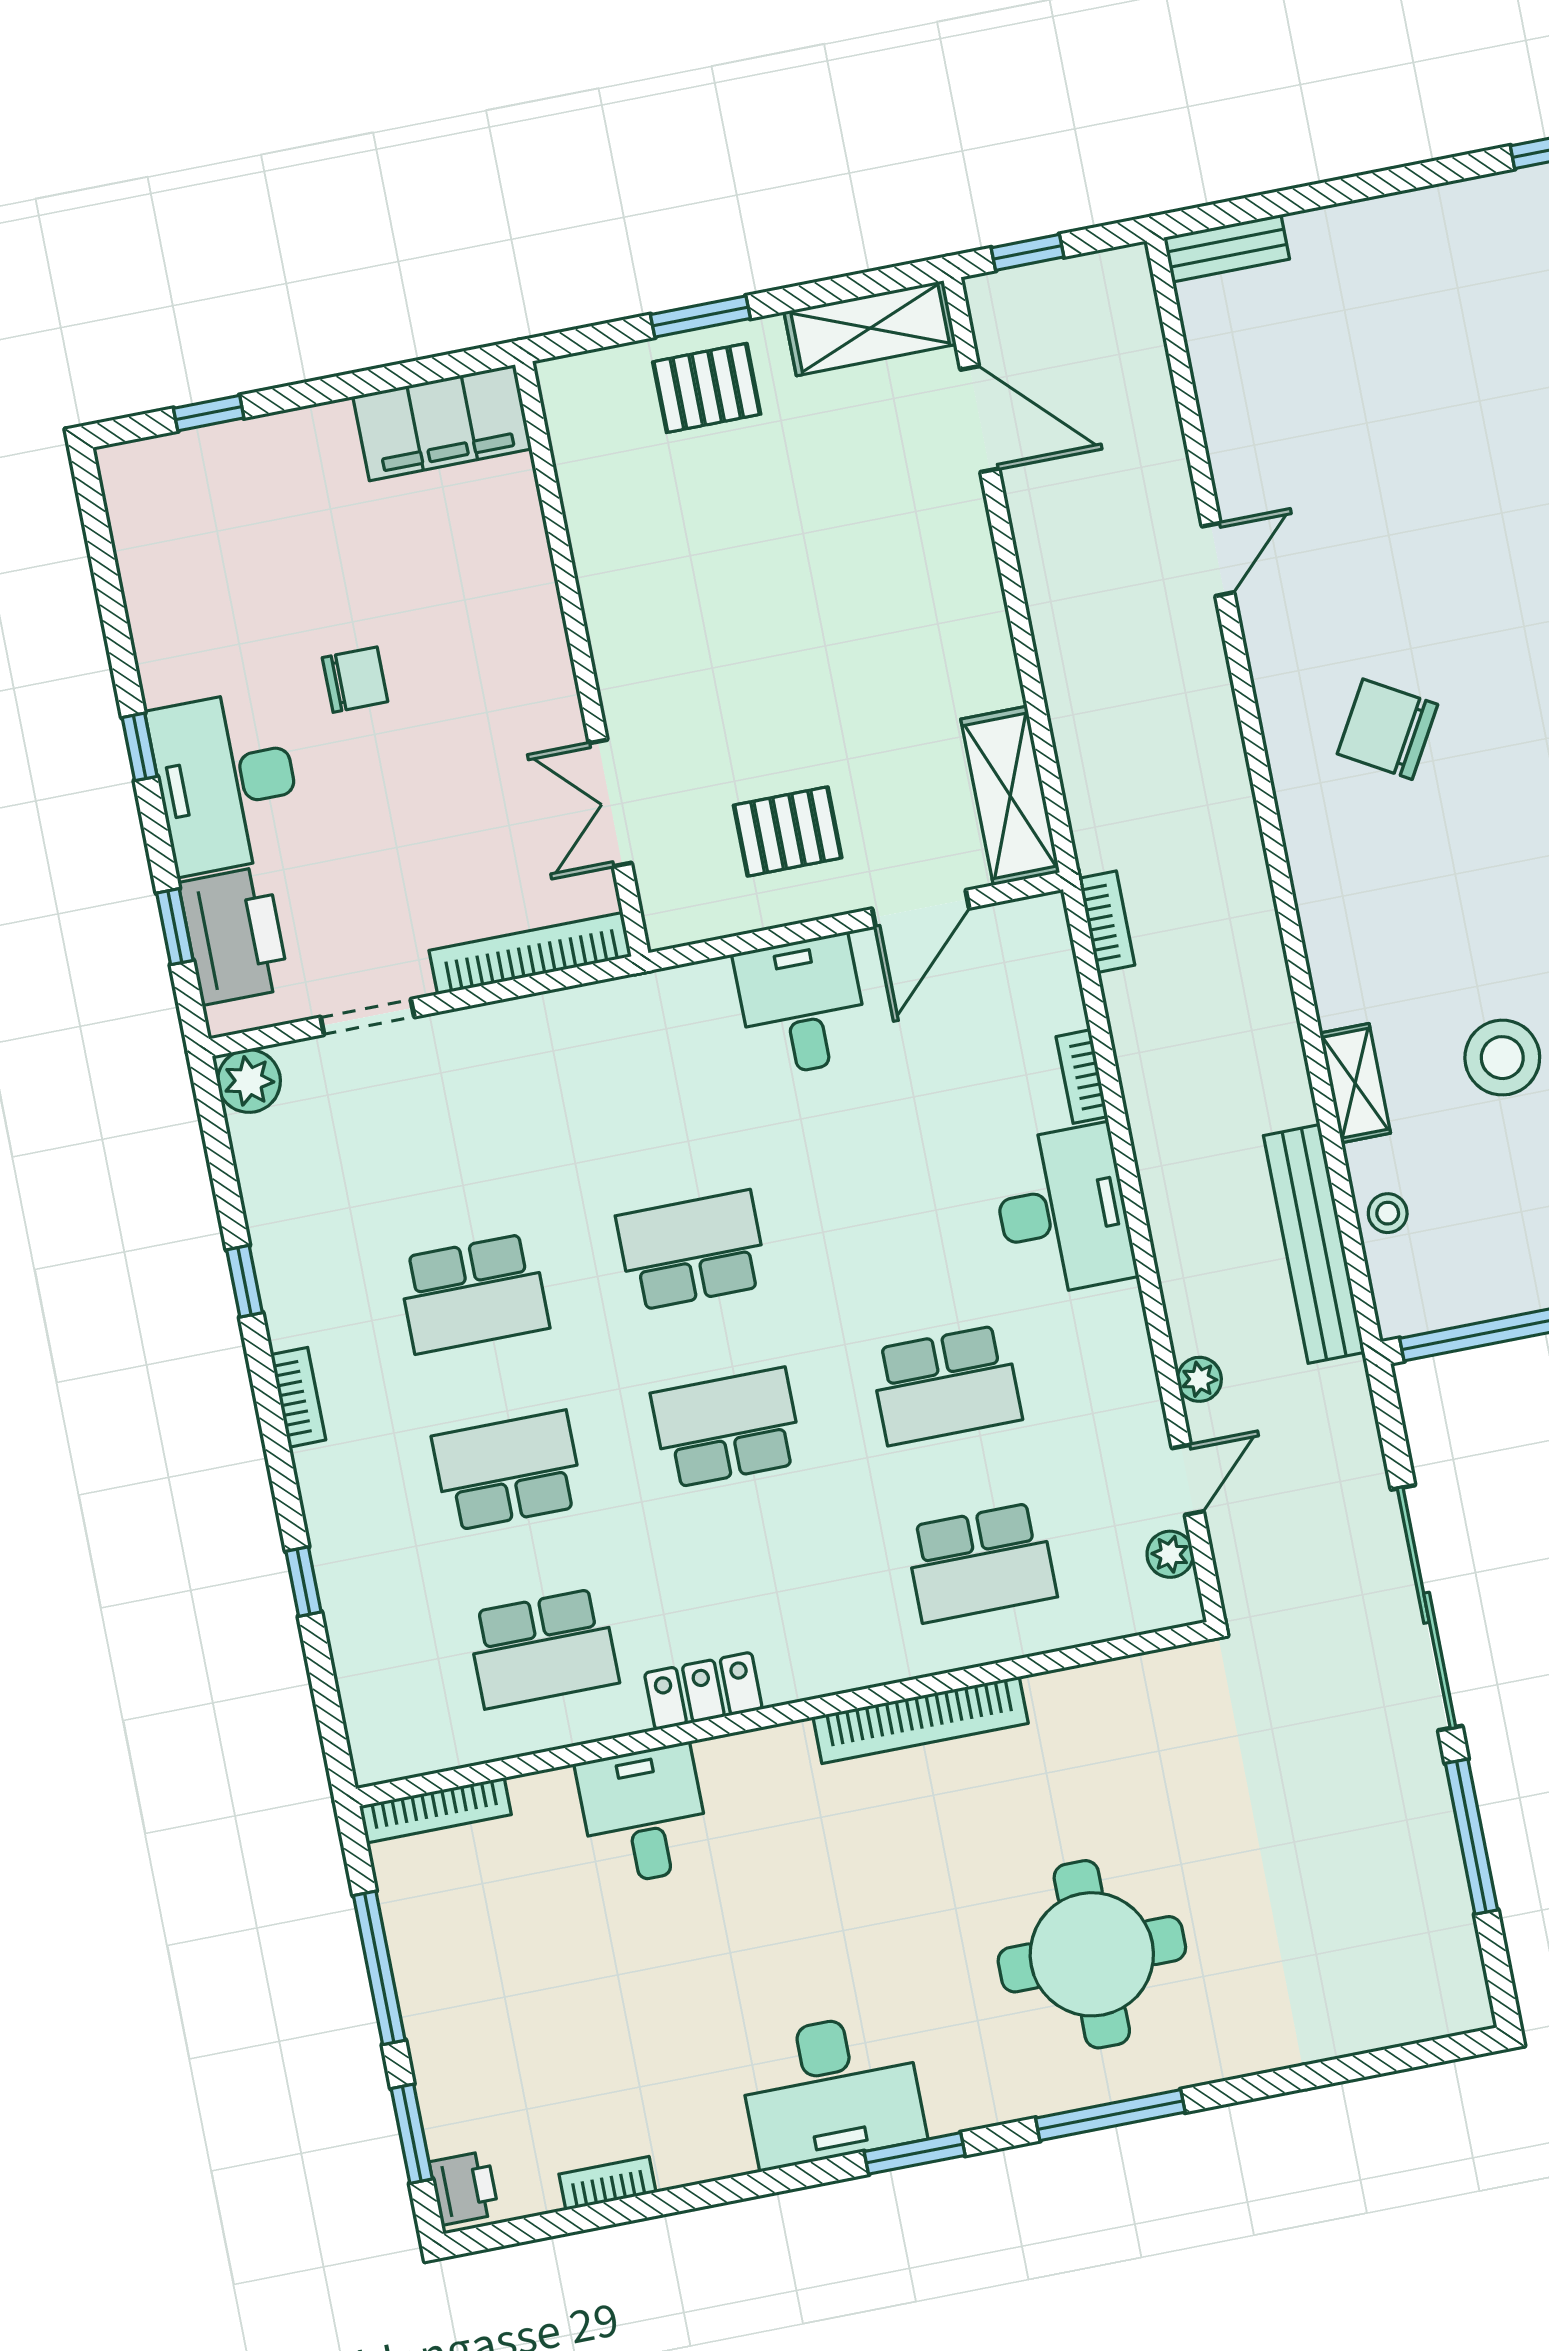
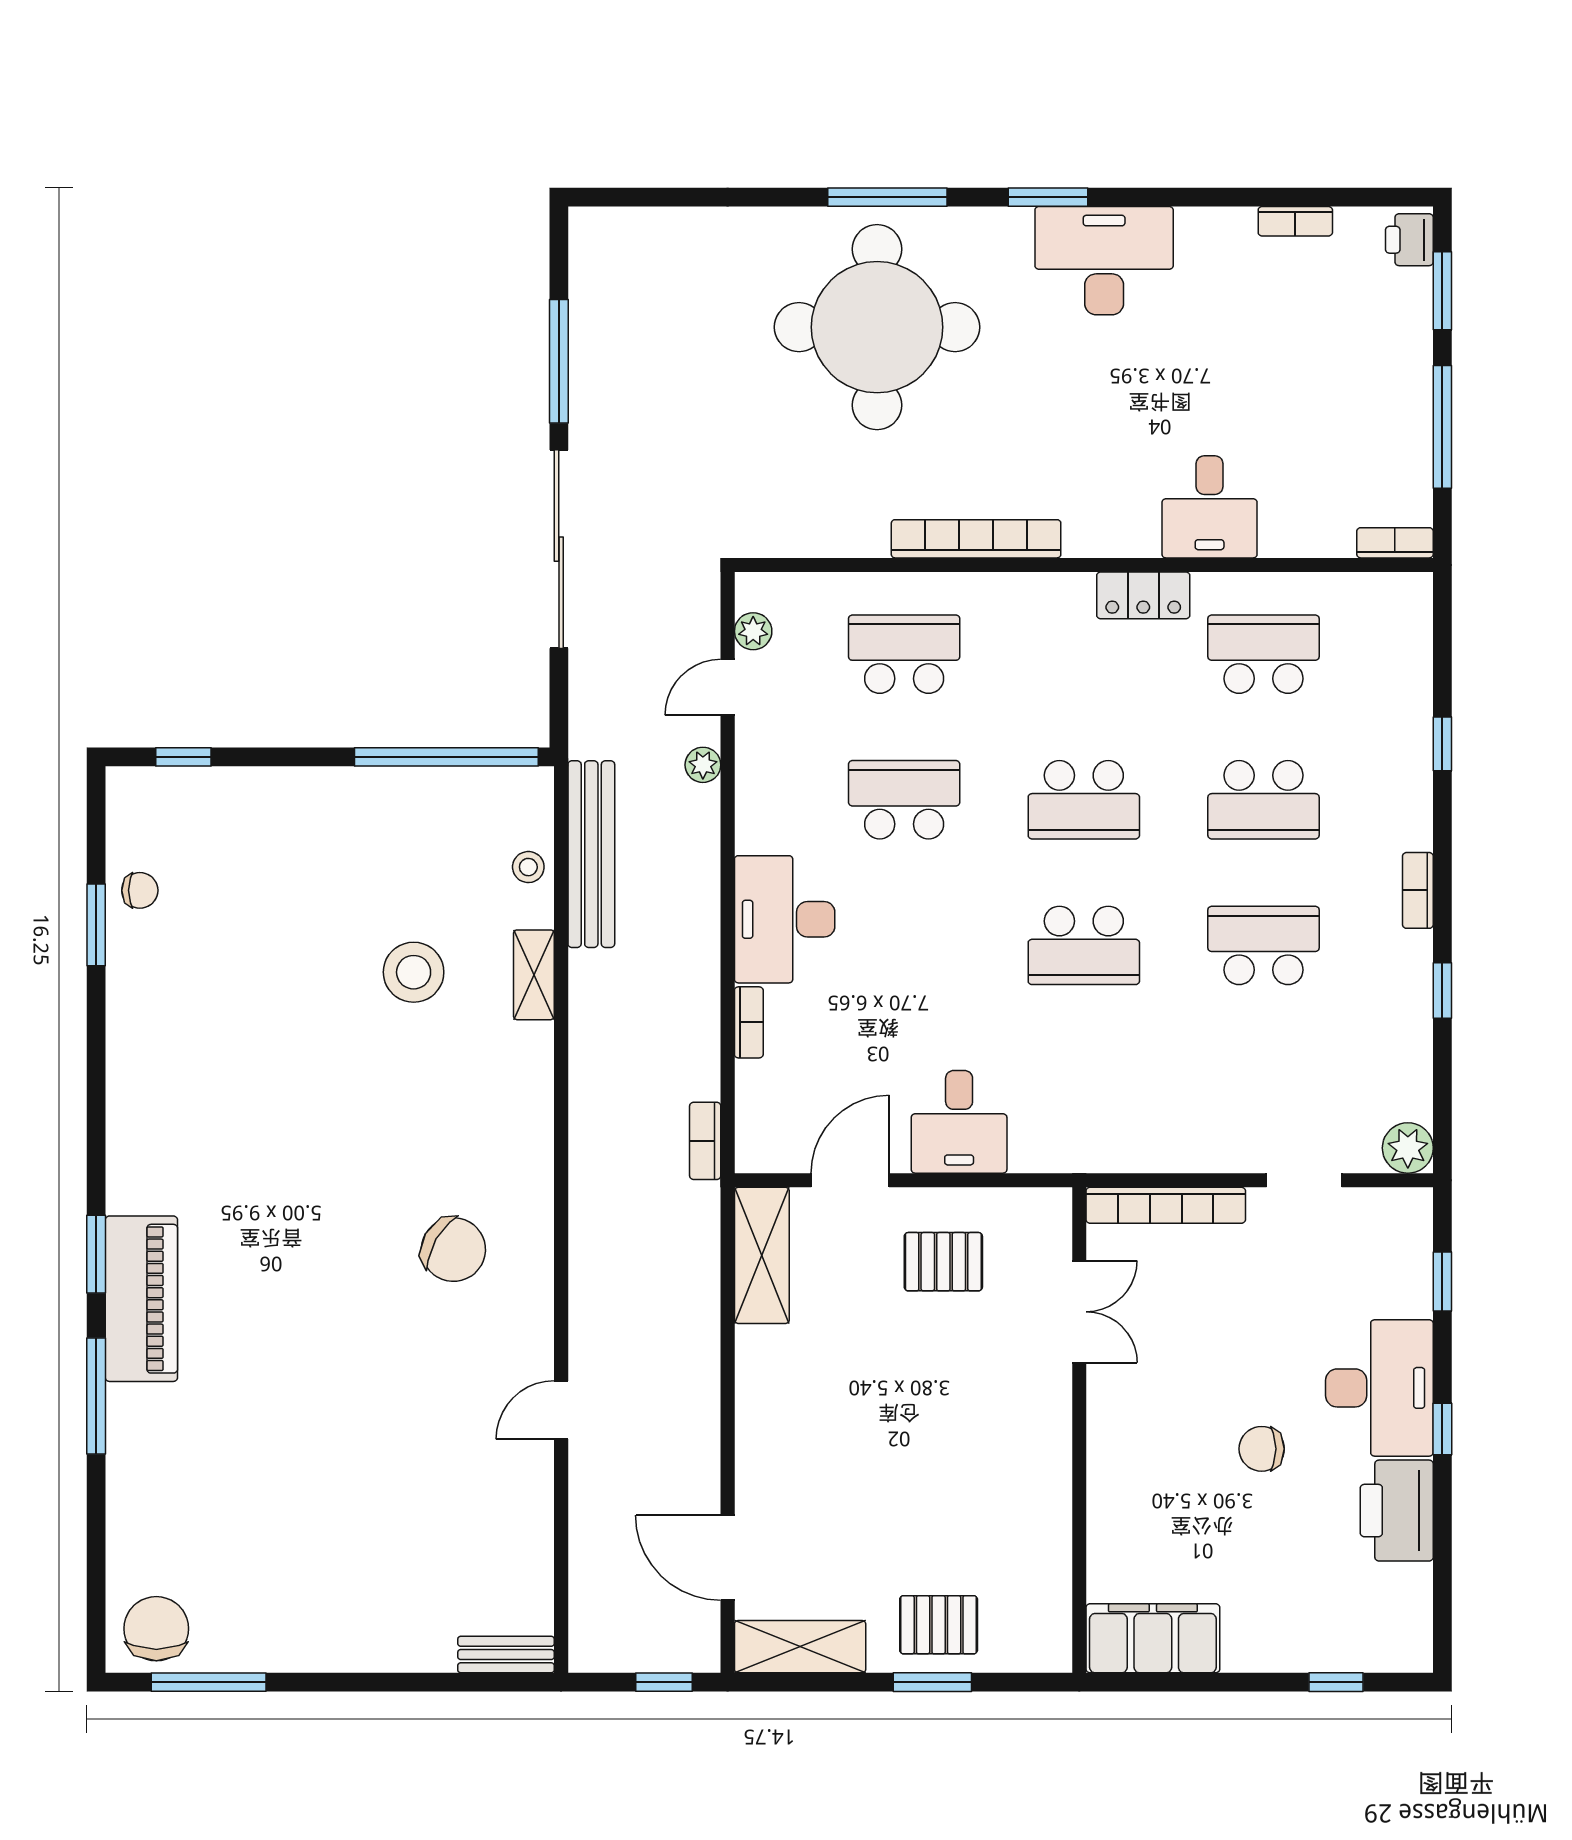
printer: (234, 935) -> (1397, 1511), moved
bookcase: (435, 1810) -> (1395, 543), width x0.64
round table: (1092, 1954) -> (877, 327), width x1.36, depth x1.36

